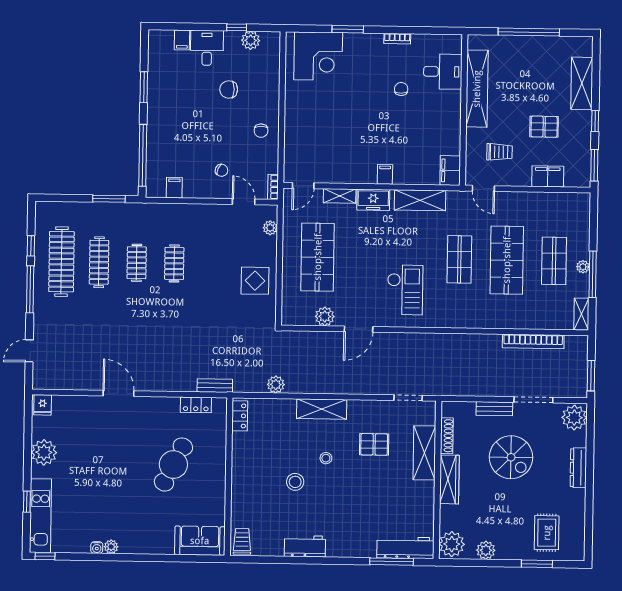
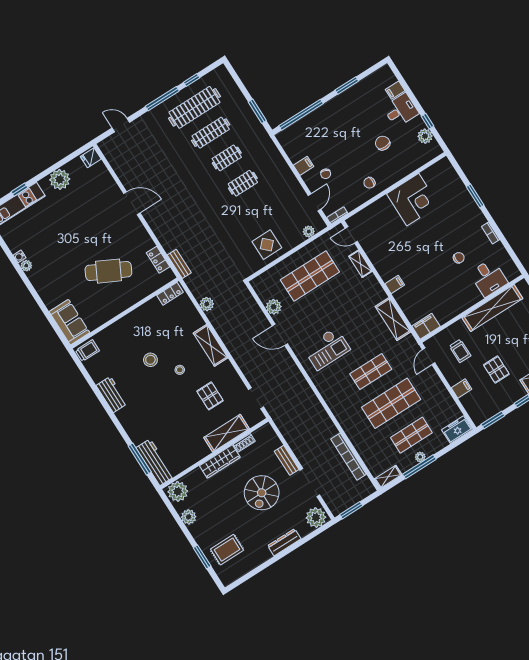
corner desk: (318, 56) -> (413, 200), moved, turned -90
filing cabinet: (548, 176) -> (462, 389), width x0.50
filing cabinet: (174, 188) -> (303, 166), moved
freezer: (373, 200) -> (457, 430), moved, turned 90
door: (118, 393) -> (132, 203), hinge flipped
shoe rack: (447, 436) -> (244, 443), width x0.70

